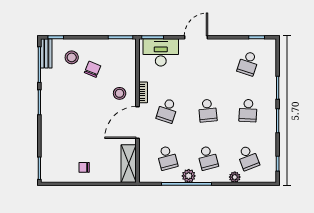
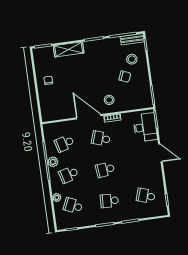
school desk: (248, 158) -> (73, 206), turned 45
shelving: (129, 164) -> (69, 49), moved

